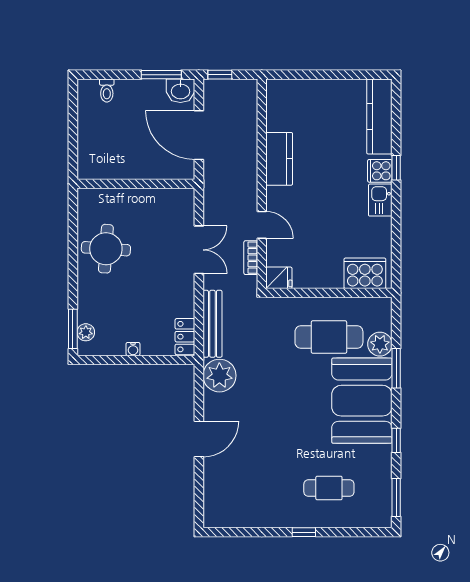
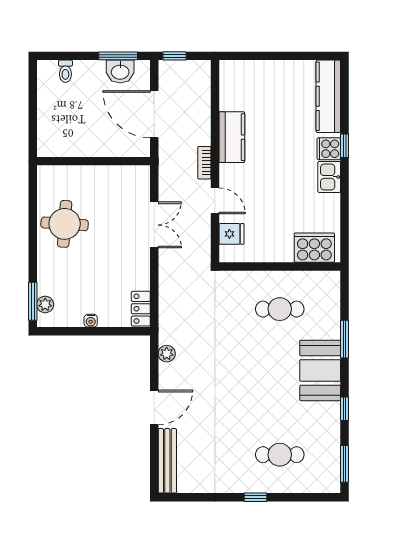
washbasin: (180, 91) -> (120, 71), moved
bookcase: (251, 258) -> (204, 163), moved
fridge: (279, 278) -> (231, 234), moved
bench: (212, 324) -> (167, 461), moved
cafe table: (329, 337) -> (280, 309), width x0.73, depth x0.74
plant: (380, 344) -> (329, 316), removed
plant: (219, 376) -> (167, 354), width x0.53, depth x0.53
booth: (362, 401) -> (320, 370), width x0.73, depth x0.70

